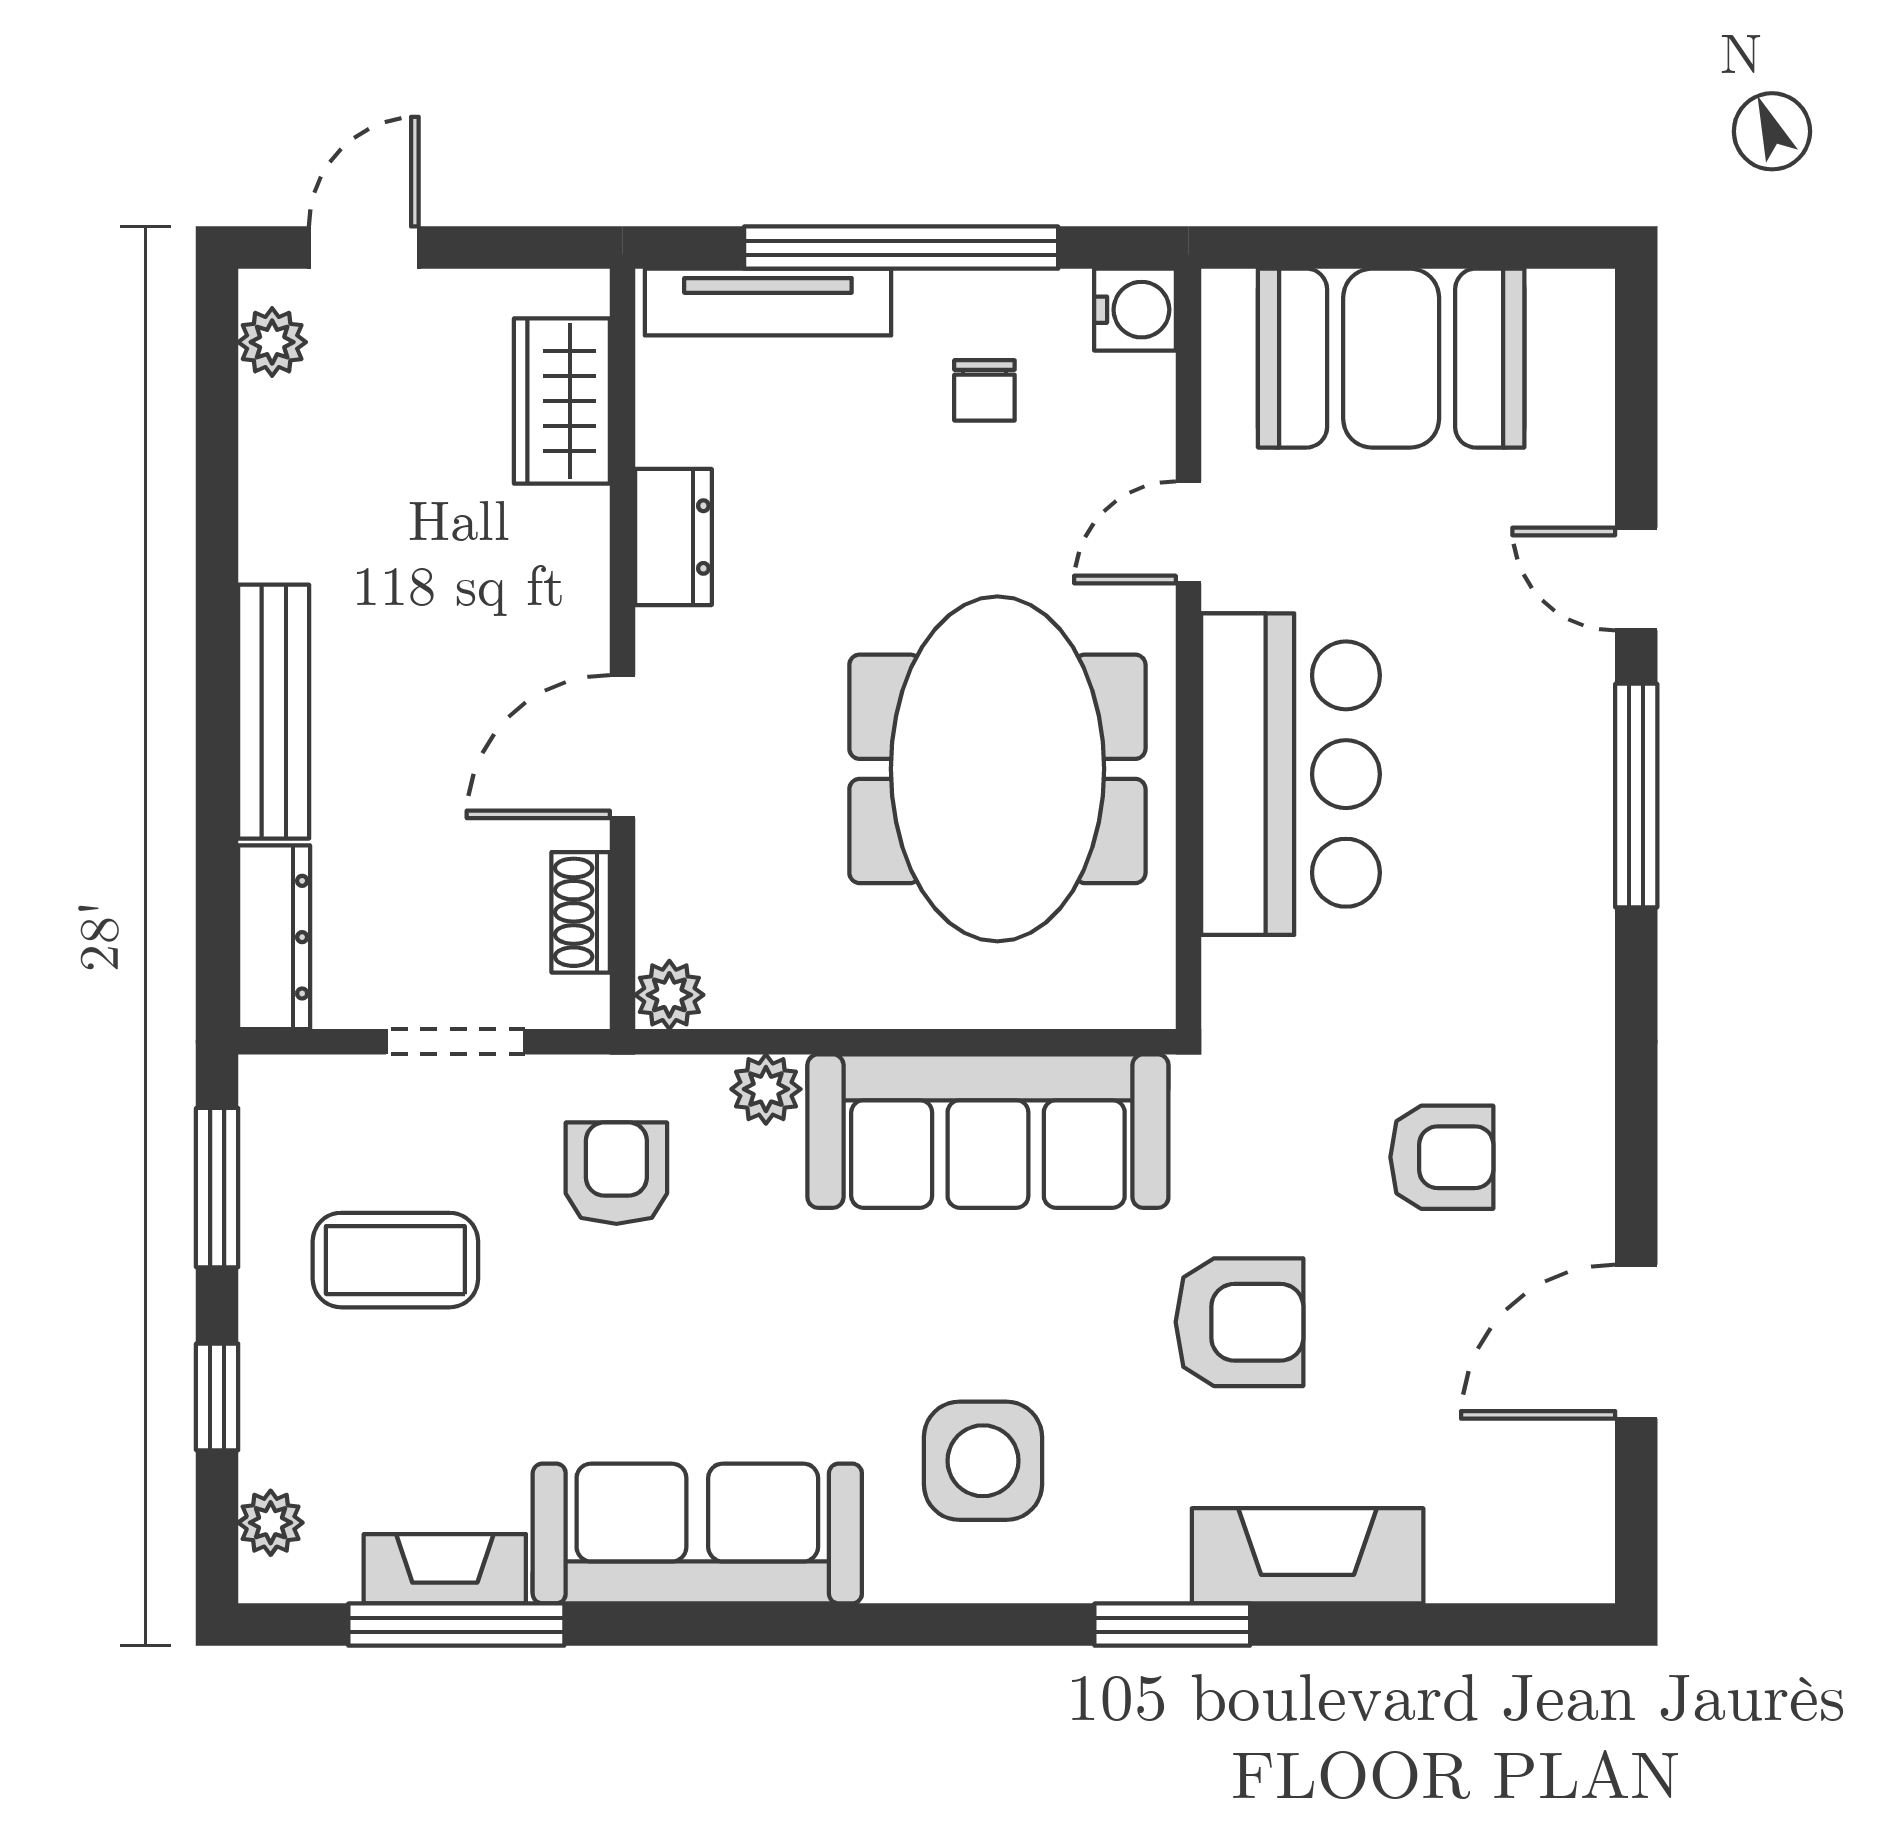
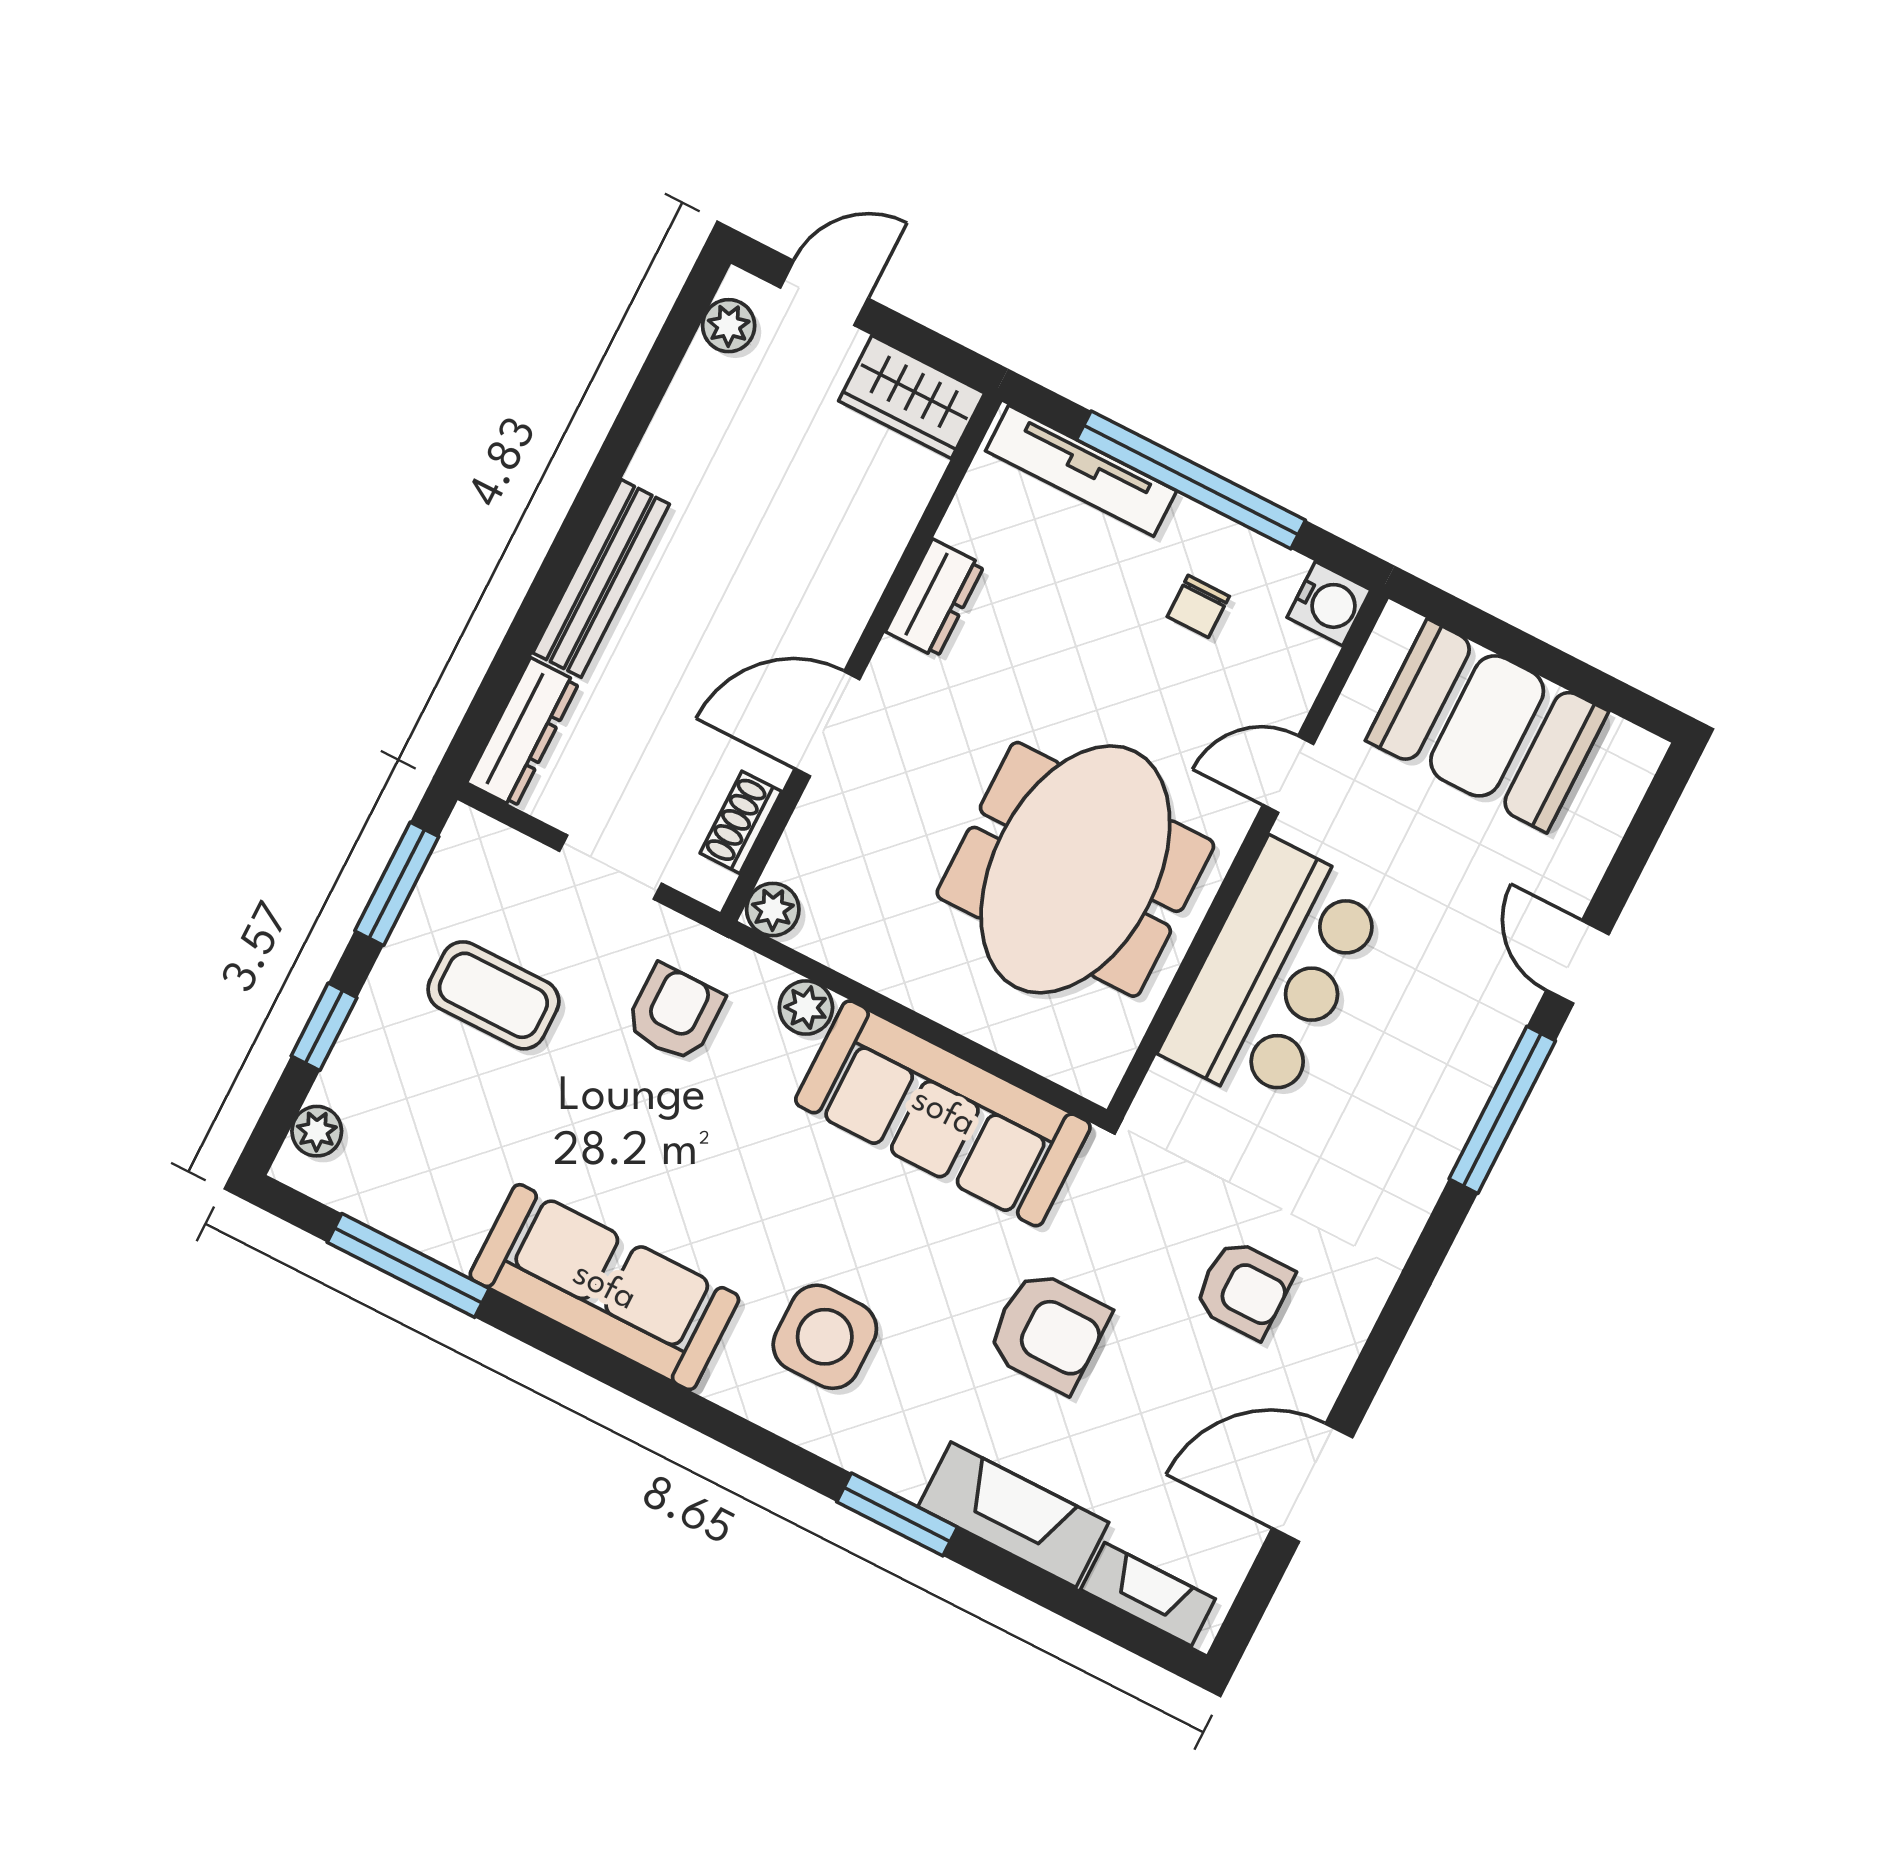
wardrobe: (562, 401) -> (912, 397), moved, turned -90
fireplace: (445, 1569) -> (1148, 1594), moved

